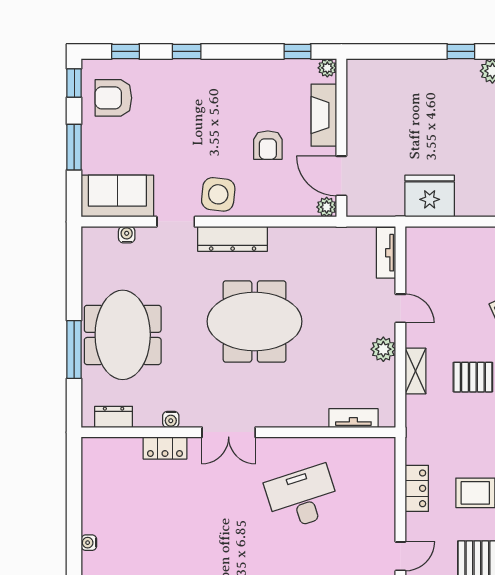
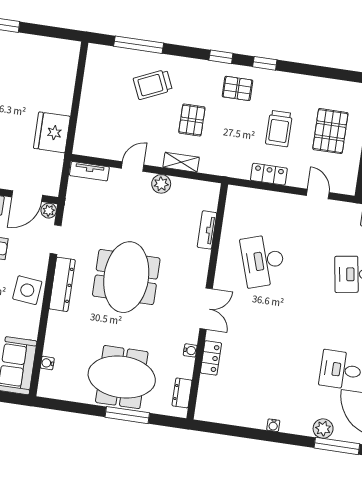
doorway: (176, 222) -> (56, 240), moved
tv unit: (353, 418) -> (207, 230), moved

